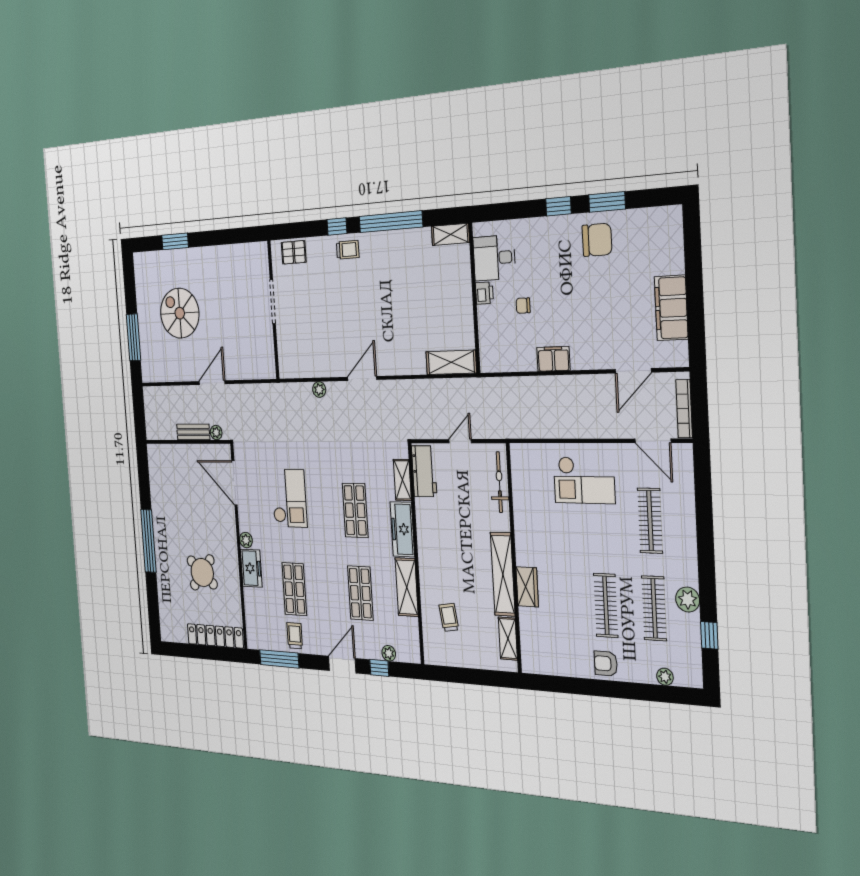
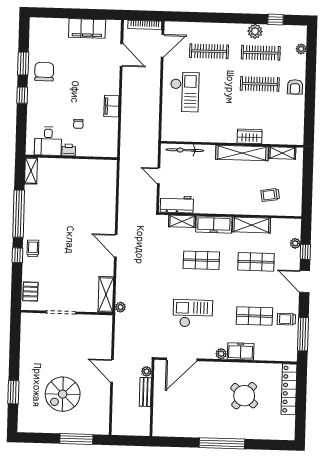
shelving: (451, 362) -> (106, 295), moved
plant: (319, 389) -> (120, 307), moved

